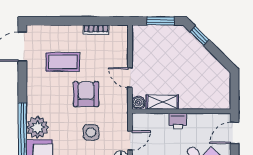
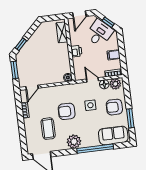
door: (130, 78) -> (32, 87), moved
shelving: (162, 102) -> (62, 32), moved
plant: (37, 127) -> (74, 142), moved
door: (235, 133) -> (79, 14), hinge flipped

